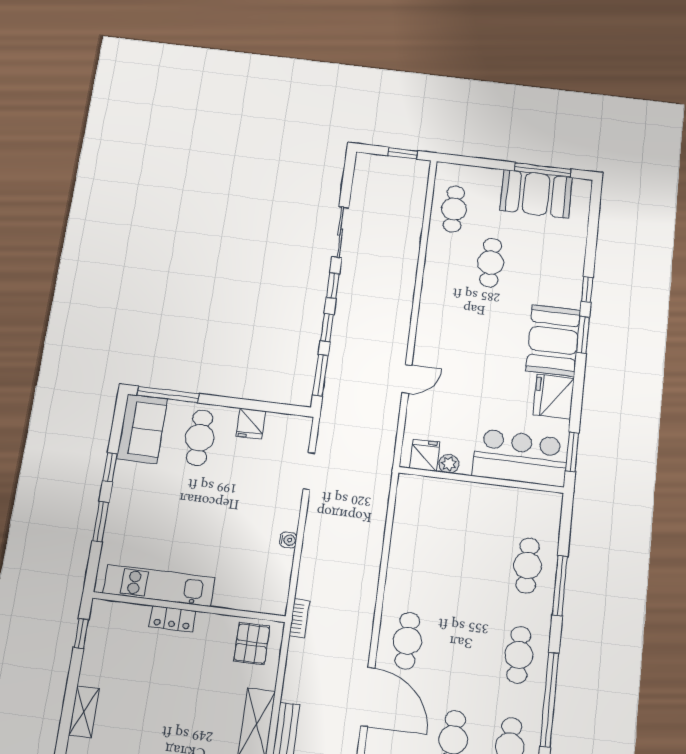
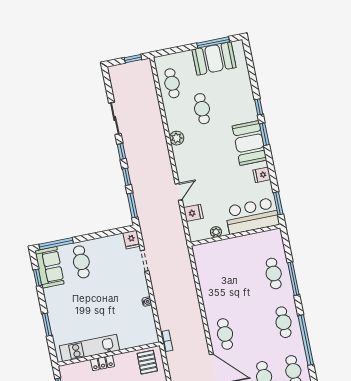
plant: (433, 294) -> (177, 138), added
fridge: (554, 397) -> (262, 175), width x0.53, depth x0.75
fridge: (251, 424) -> (132, 240), moved
fridge: (425, 455) -> (193, 213), moved, turned 90
window: (110, 467) -> (38, 278), moved

